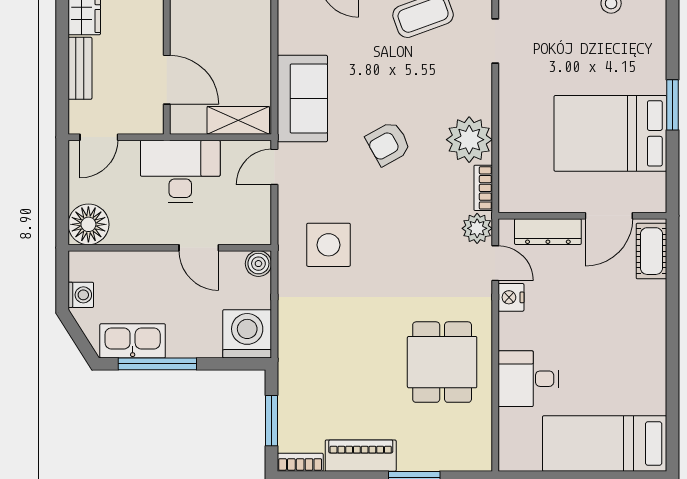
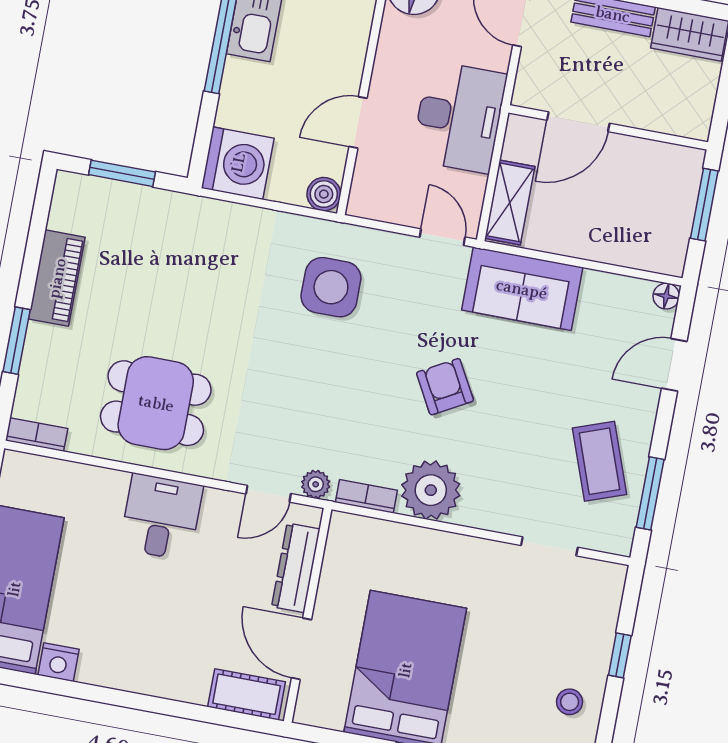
plant: (477, 228) -> (316, 484), width x0.73, depth x0.73
nightstand: (511, 297) -> (58, 662), moved, turned 180
desk: (528, 379) -> (161, 517), moved
bookcase: (300, 462) -> (37, 435), moved, turned -90

